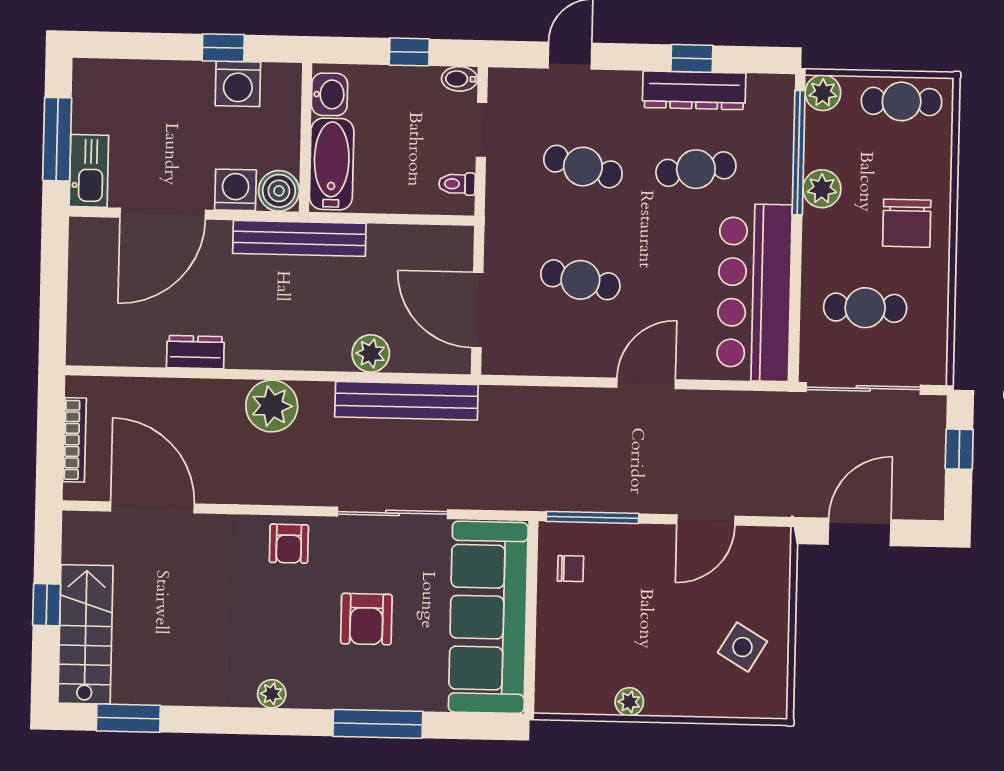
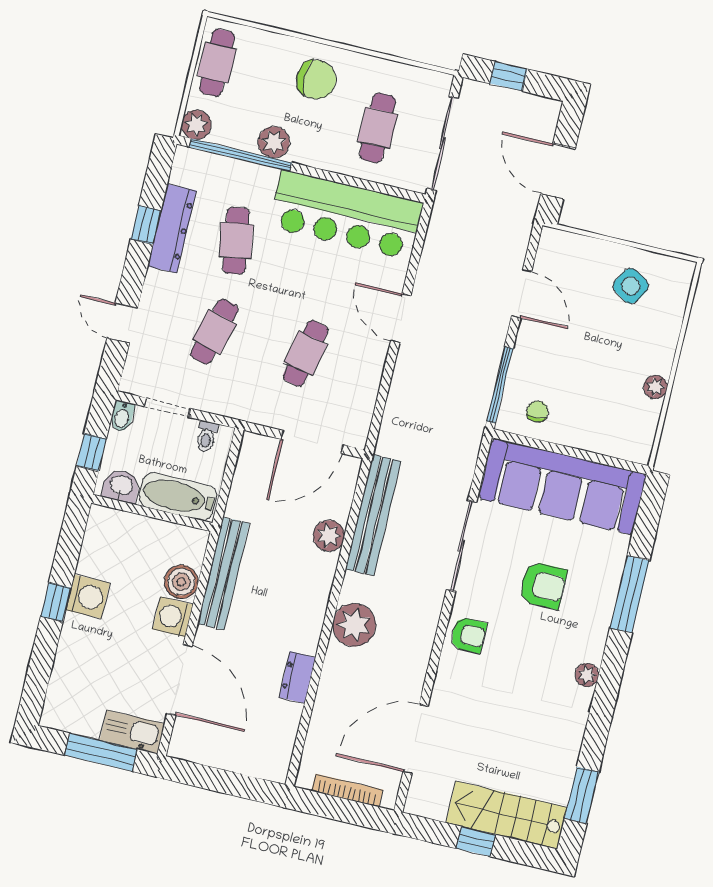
washbasin: (329, 94) -> (121, 486), moved
wall: (306, 137) -> (152, 513), moved
bathtub: (332, 164) -> (178, 497), moved

